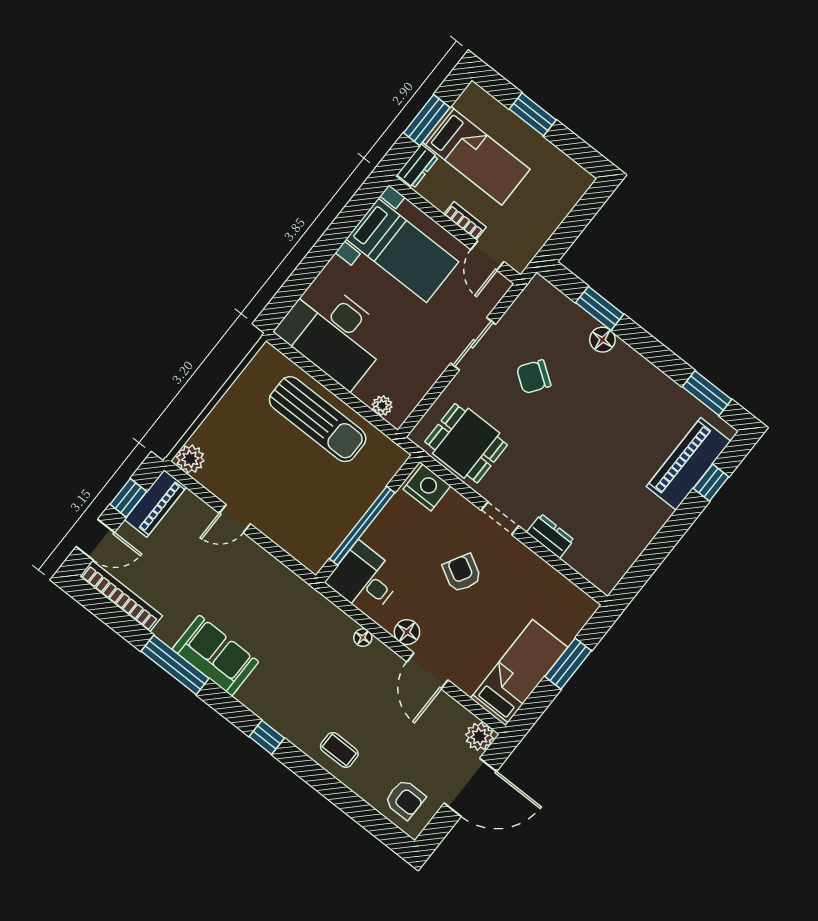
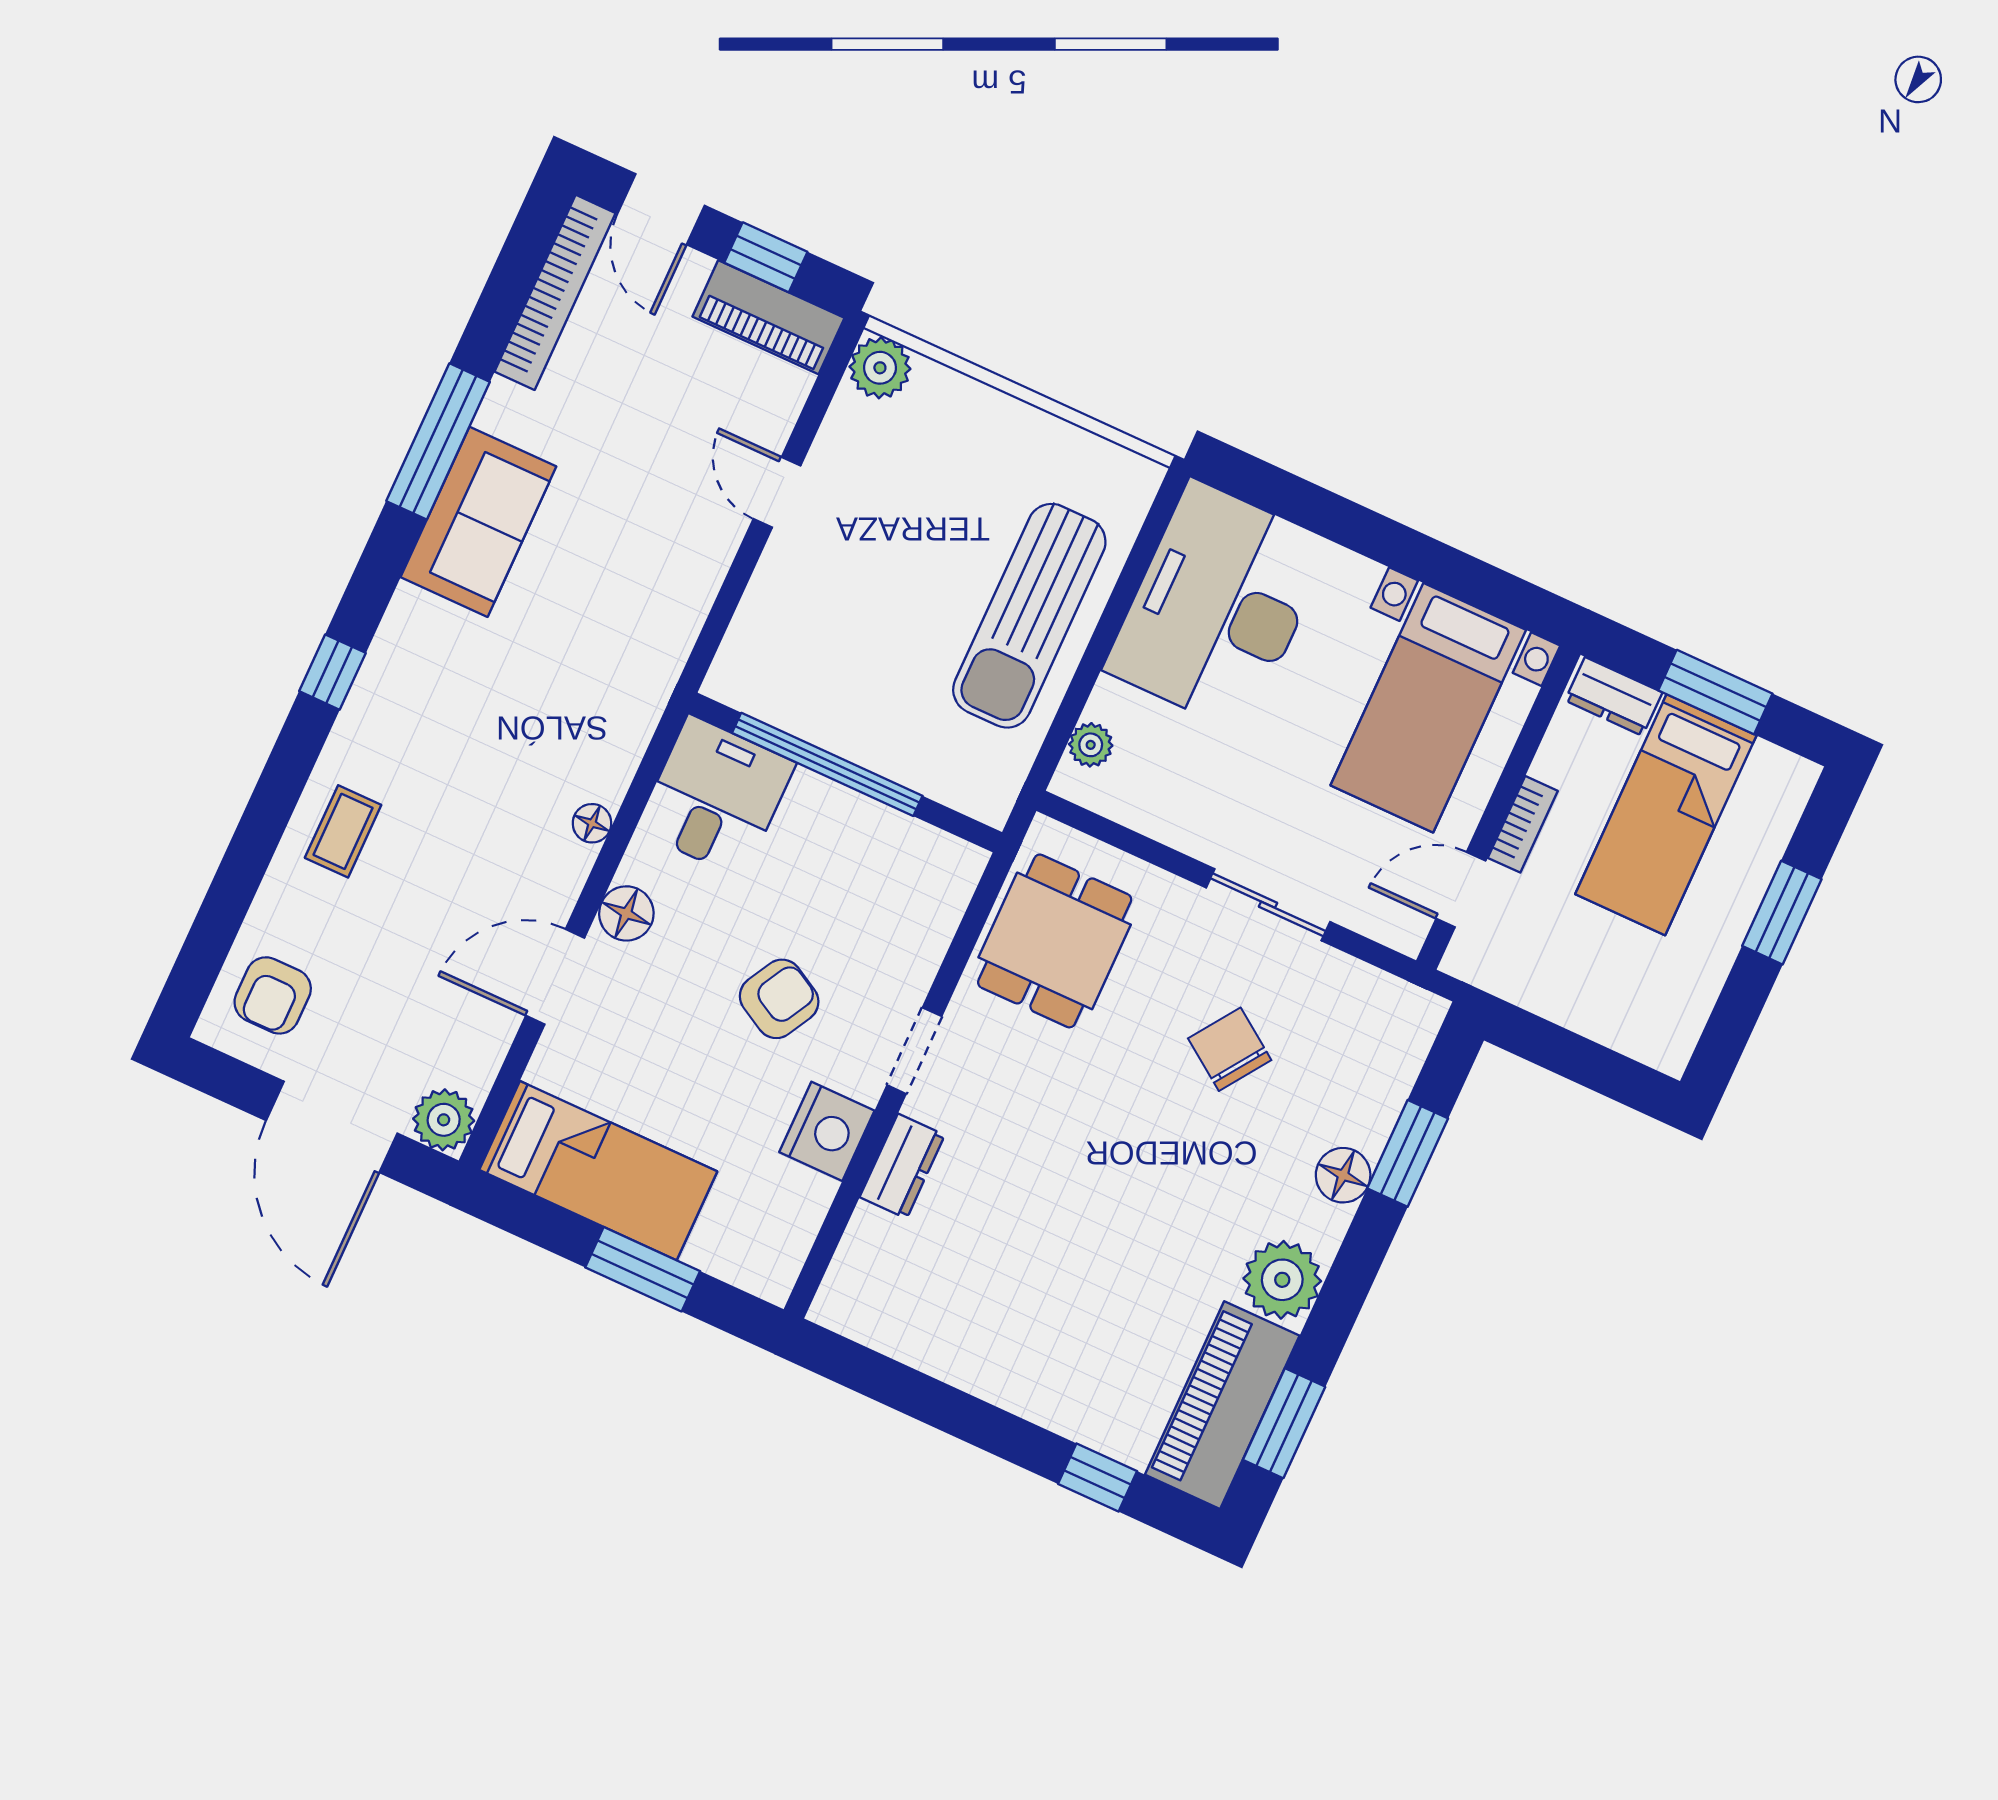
plant: (643, 378) -> (1282, 1280), added
piano: (688, 464) -> (1222, 1405), moved, turned -90
nightstand: (427, 487) -> (827, 1131), moved

